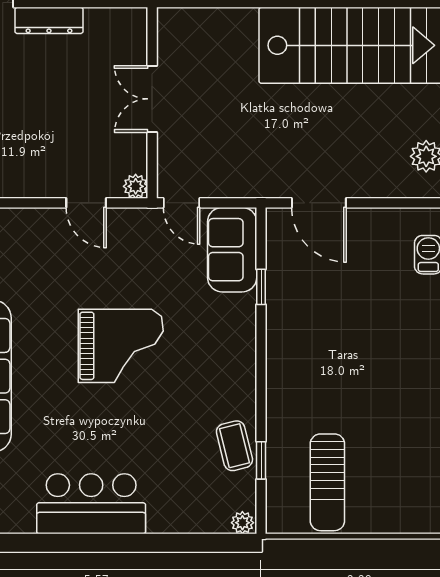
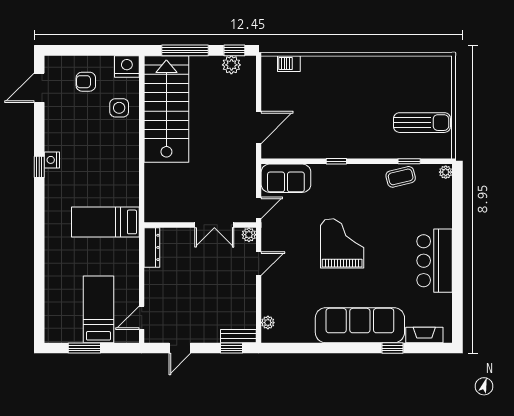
dresser: (49, 20) -> (152, 247), moved
double door: (152, 99) -> (214, 225), moved
window: (261, 287) -> (336, 161), moved

